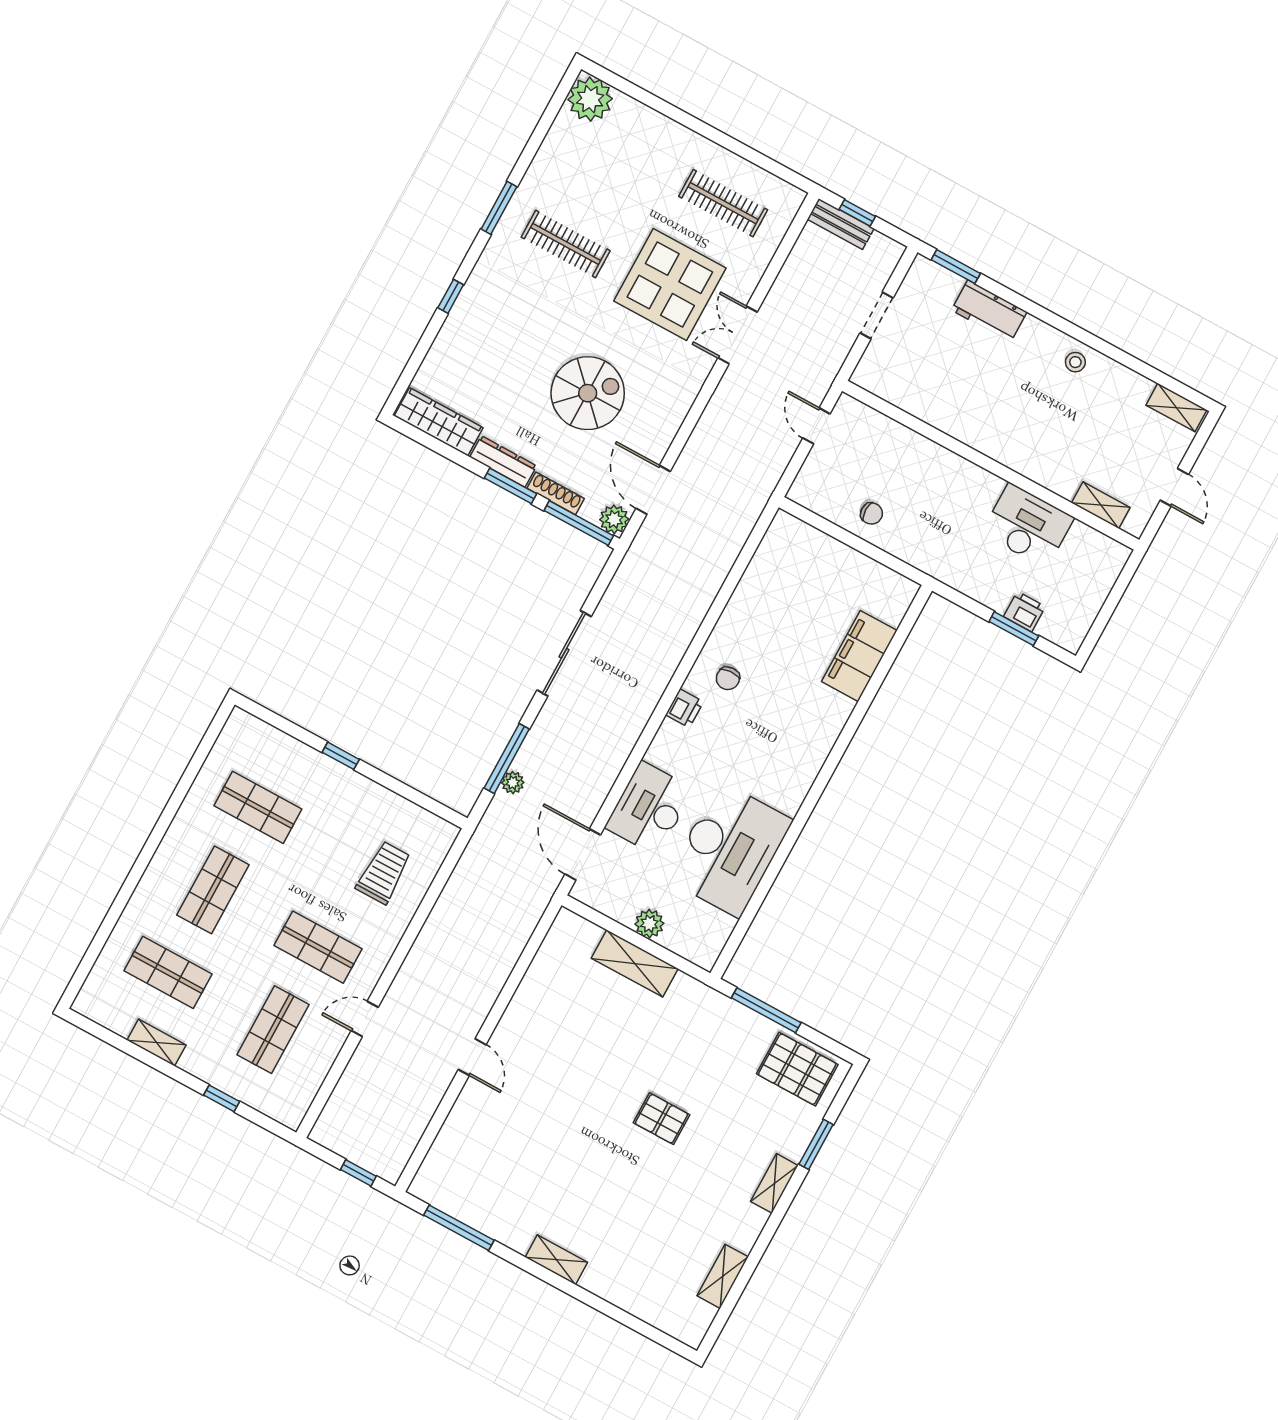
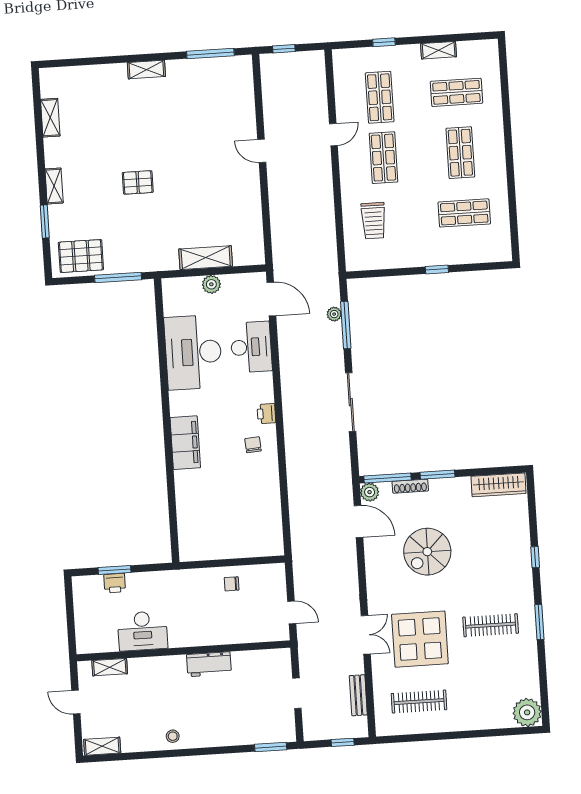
bench: (841, 224) -> (358, 695), moved, turned 90
workbench: (989, 311) -> (209, 664), moved, turned 180
dresser: (503, 461) -> (450, 485), removed
filing cabinet: (859, 656) -> (185, 443), moved
shop shelf: (318, 947) -> (384, 158), turned 90

